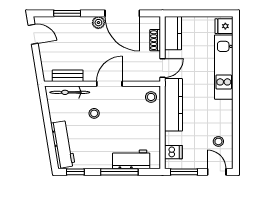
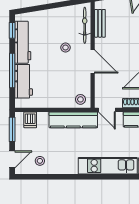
workbench: (63, 144) -> (23, 42), moved, turned -81

